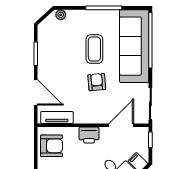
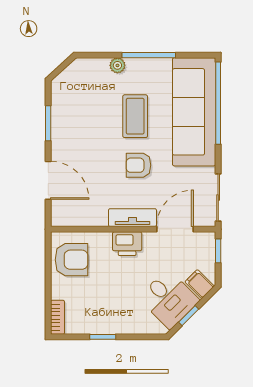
plant: (61, 15) -> (117, 65), moved
armchair: (97, 82) -> (139, 165), turned -85
tv unit: (57, 117) -> (132, 218), moved

